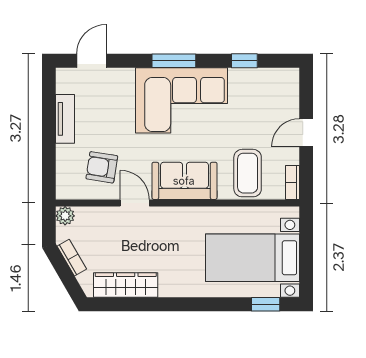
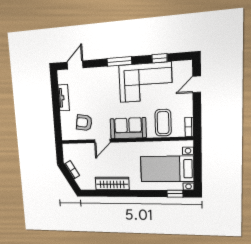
corner sofa: (182, 100) -> (145, 82), moved
door: (306, 133) -> (197, 84), moved
door: (135, 203) -> (102, 141), swing flipped
plant: (65, 216) -> (67, 149), removed
wardrobe: (126, 285) -> (112, 183), moved

